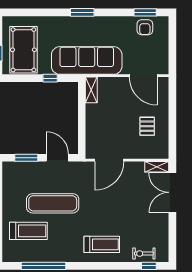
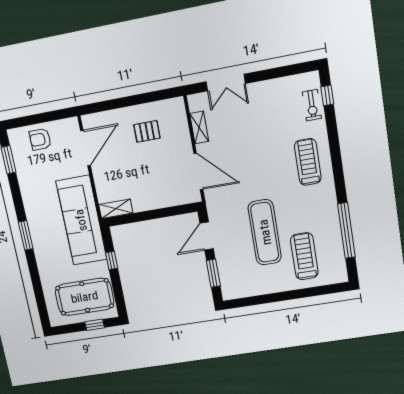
armchair: (145, 27) -> (40, 139), moved, turned 180
shelving: (157, 167) -> (199, 127), moved
double door: (172, 192) -> (226, 83), width x0.73

